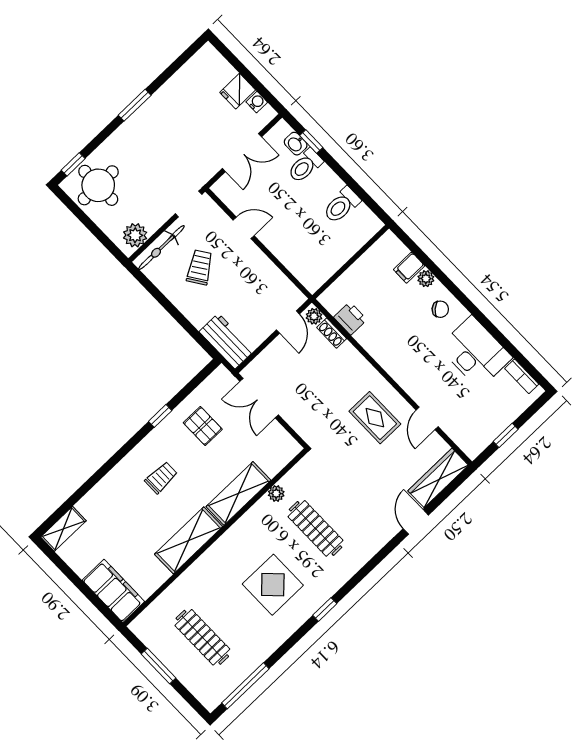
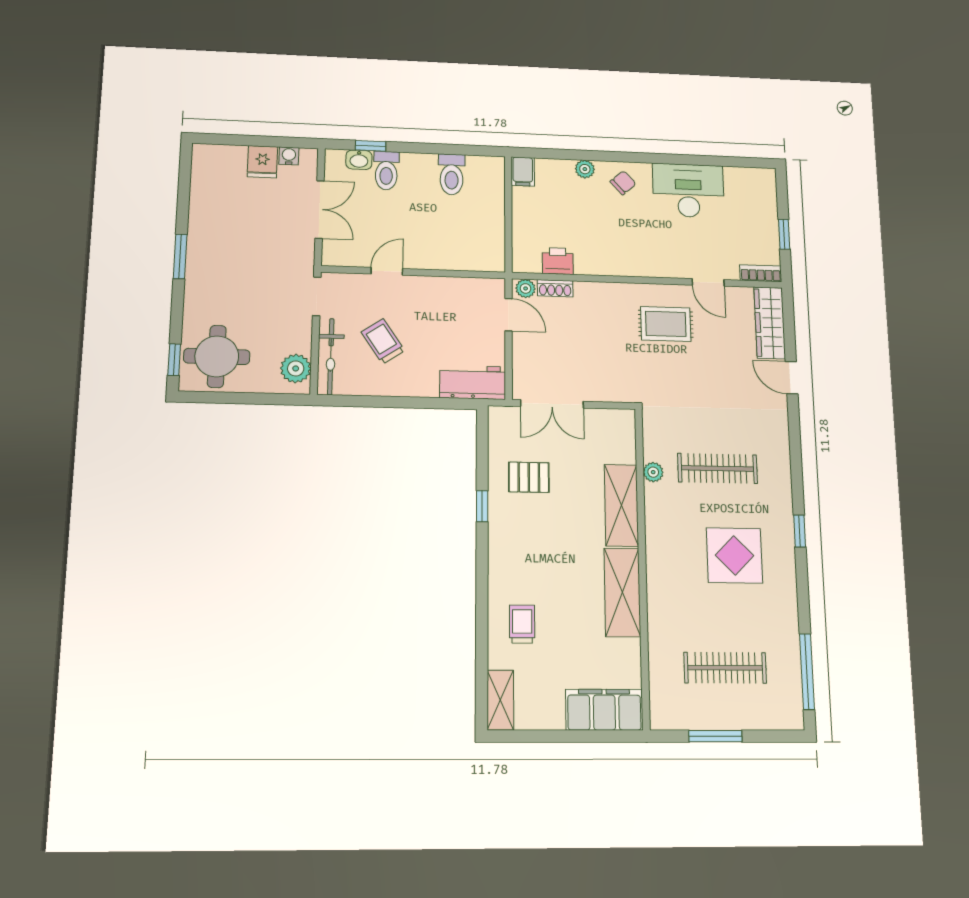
filing cabinet: (409, 268) -> (523, 171), moved
bookcase: (522, 376) -> (761, 273), moved, turned 180
trolley: (161, 478) -> (522, 624), moved

